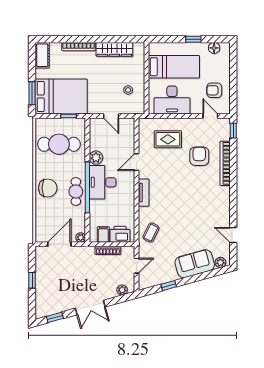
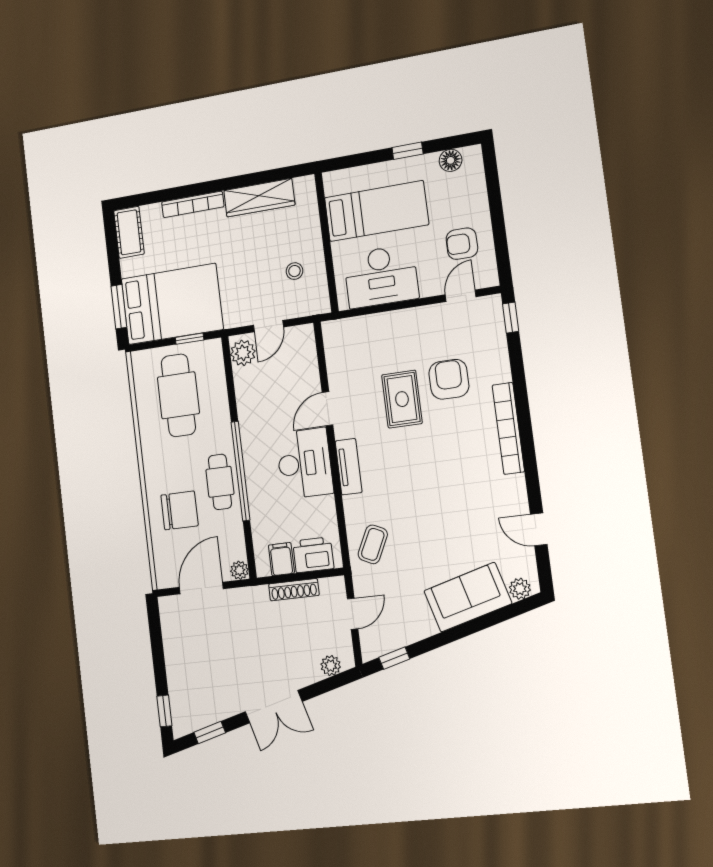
door: (111, 116) -> (268, 326), hinge flipped
door: (210, 116) -> (461, 296), hinge flipped
rug: (168, 139) -> (402, 399), moved, turned 90
cafe table: (59, 144) -> (178, 395), turned 90
plant: (96, 158) -> (243, 353), moved
bookcase: (225, 163) -> (508, 428), moved
desk: (103, 182) -> (305, 463), moved, turned 180
chair: (48, 188) -> (179, 510), moved
window: (32, 280) -> (164, 711), moved
window: (169, 286) -> (394, 658), moved

